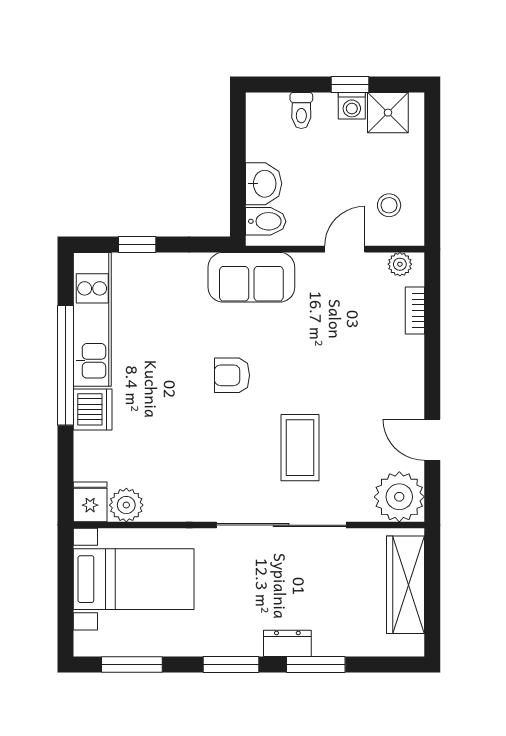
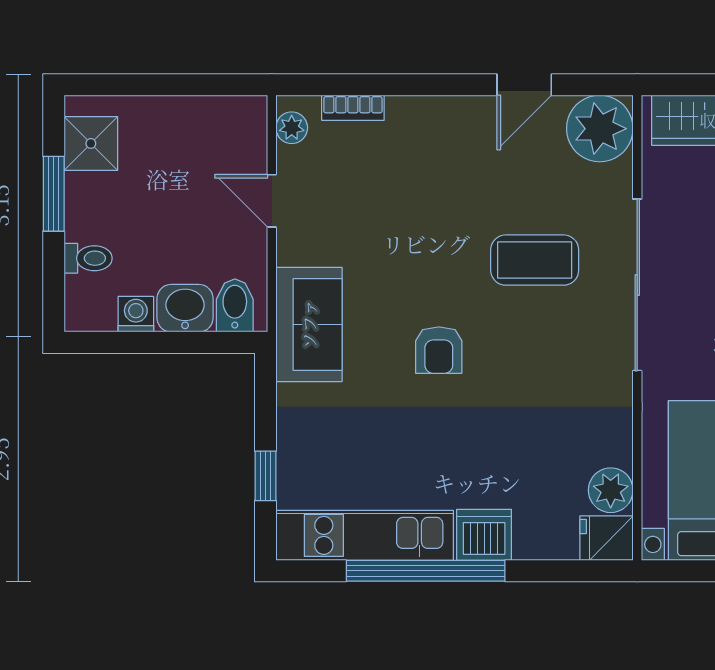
window: (350, 85) -> (54, 194), width x1.50
washing machine: (352, 106) -> (136, 314), moved, turned -90
stool: (389, 205) -> (214, 142), removed

